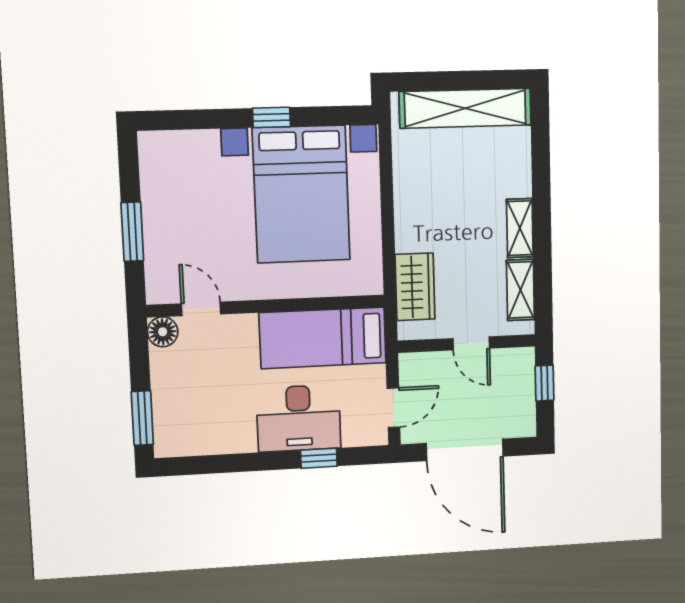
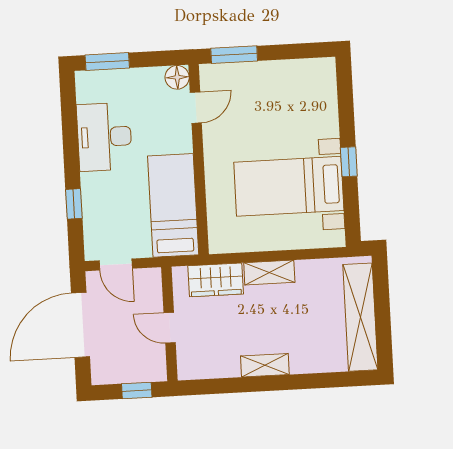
bed with nightstands: (301, 194) -> (289, 186), width x0.73
window: (132, 232) -> (234, 55), moved
shelving: (520, 290) -> (269, 273), moved
door: (471, 343) -> (170, 328), hinge flipped
desk: (299, 418) -> (104, 137), moved

